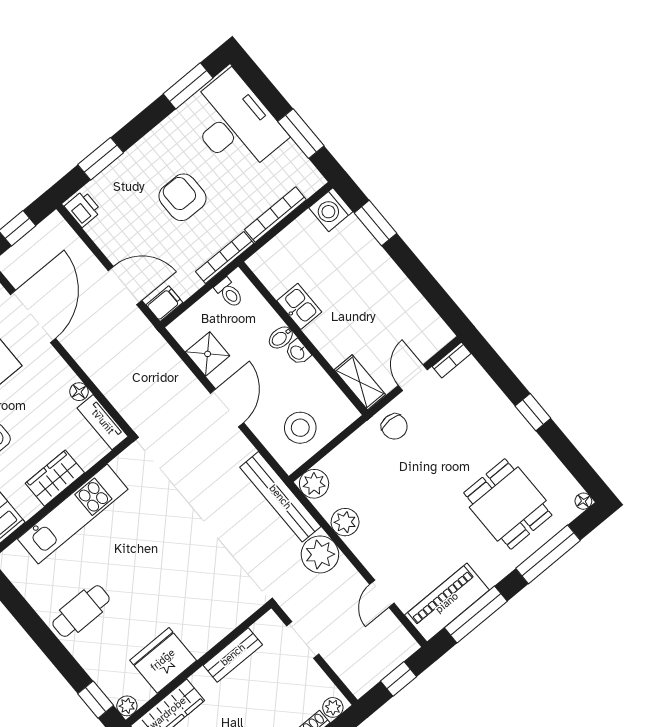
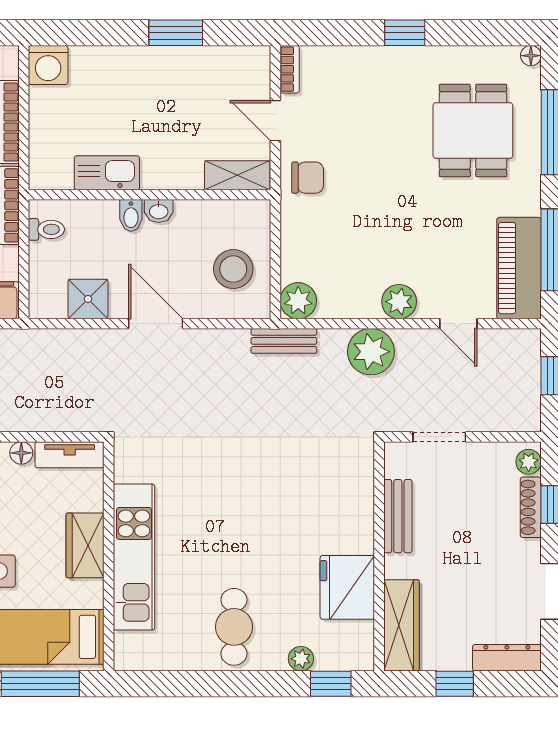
window: (375, 223) -> (176, 33), moved
kitchen sink: (299, 306) -> (107, 173), width x1.38
bench: (280, 497) -> (284, 341), width x0.54, depth x0.82
dining table: (508, 504) -> (473, 130), turned 90
plant: (345, 522) -> (399, 302), moved
plant: (127, 706) -> (301, 659), moved

